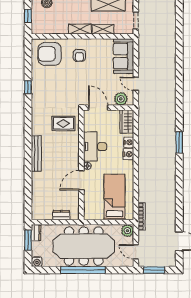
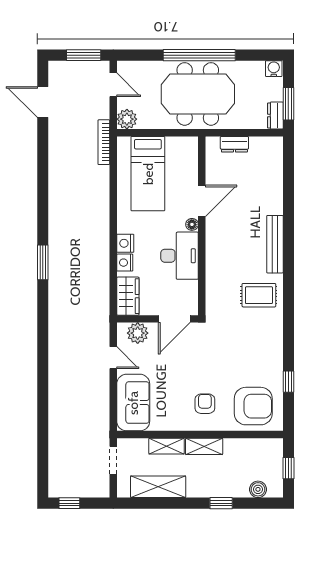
window: (28, 87) -> (288, 382), moved
door: (98, 108) -> (174, 319), hinge flipped
rug: (63, 123) -> (259, 295), moved
meeting table: (84, 246) -> (198, 94), width x0.73

